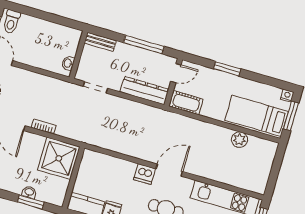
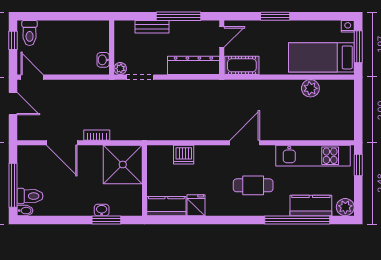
bench: (100, 42) -> (152, 27), moved
plant: (81, 75) -> (120, 68), added
dishwasher: (144, 174) -> (184, 155), moved

